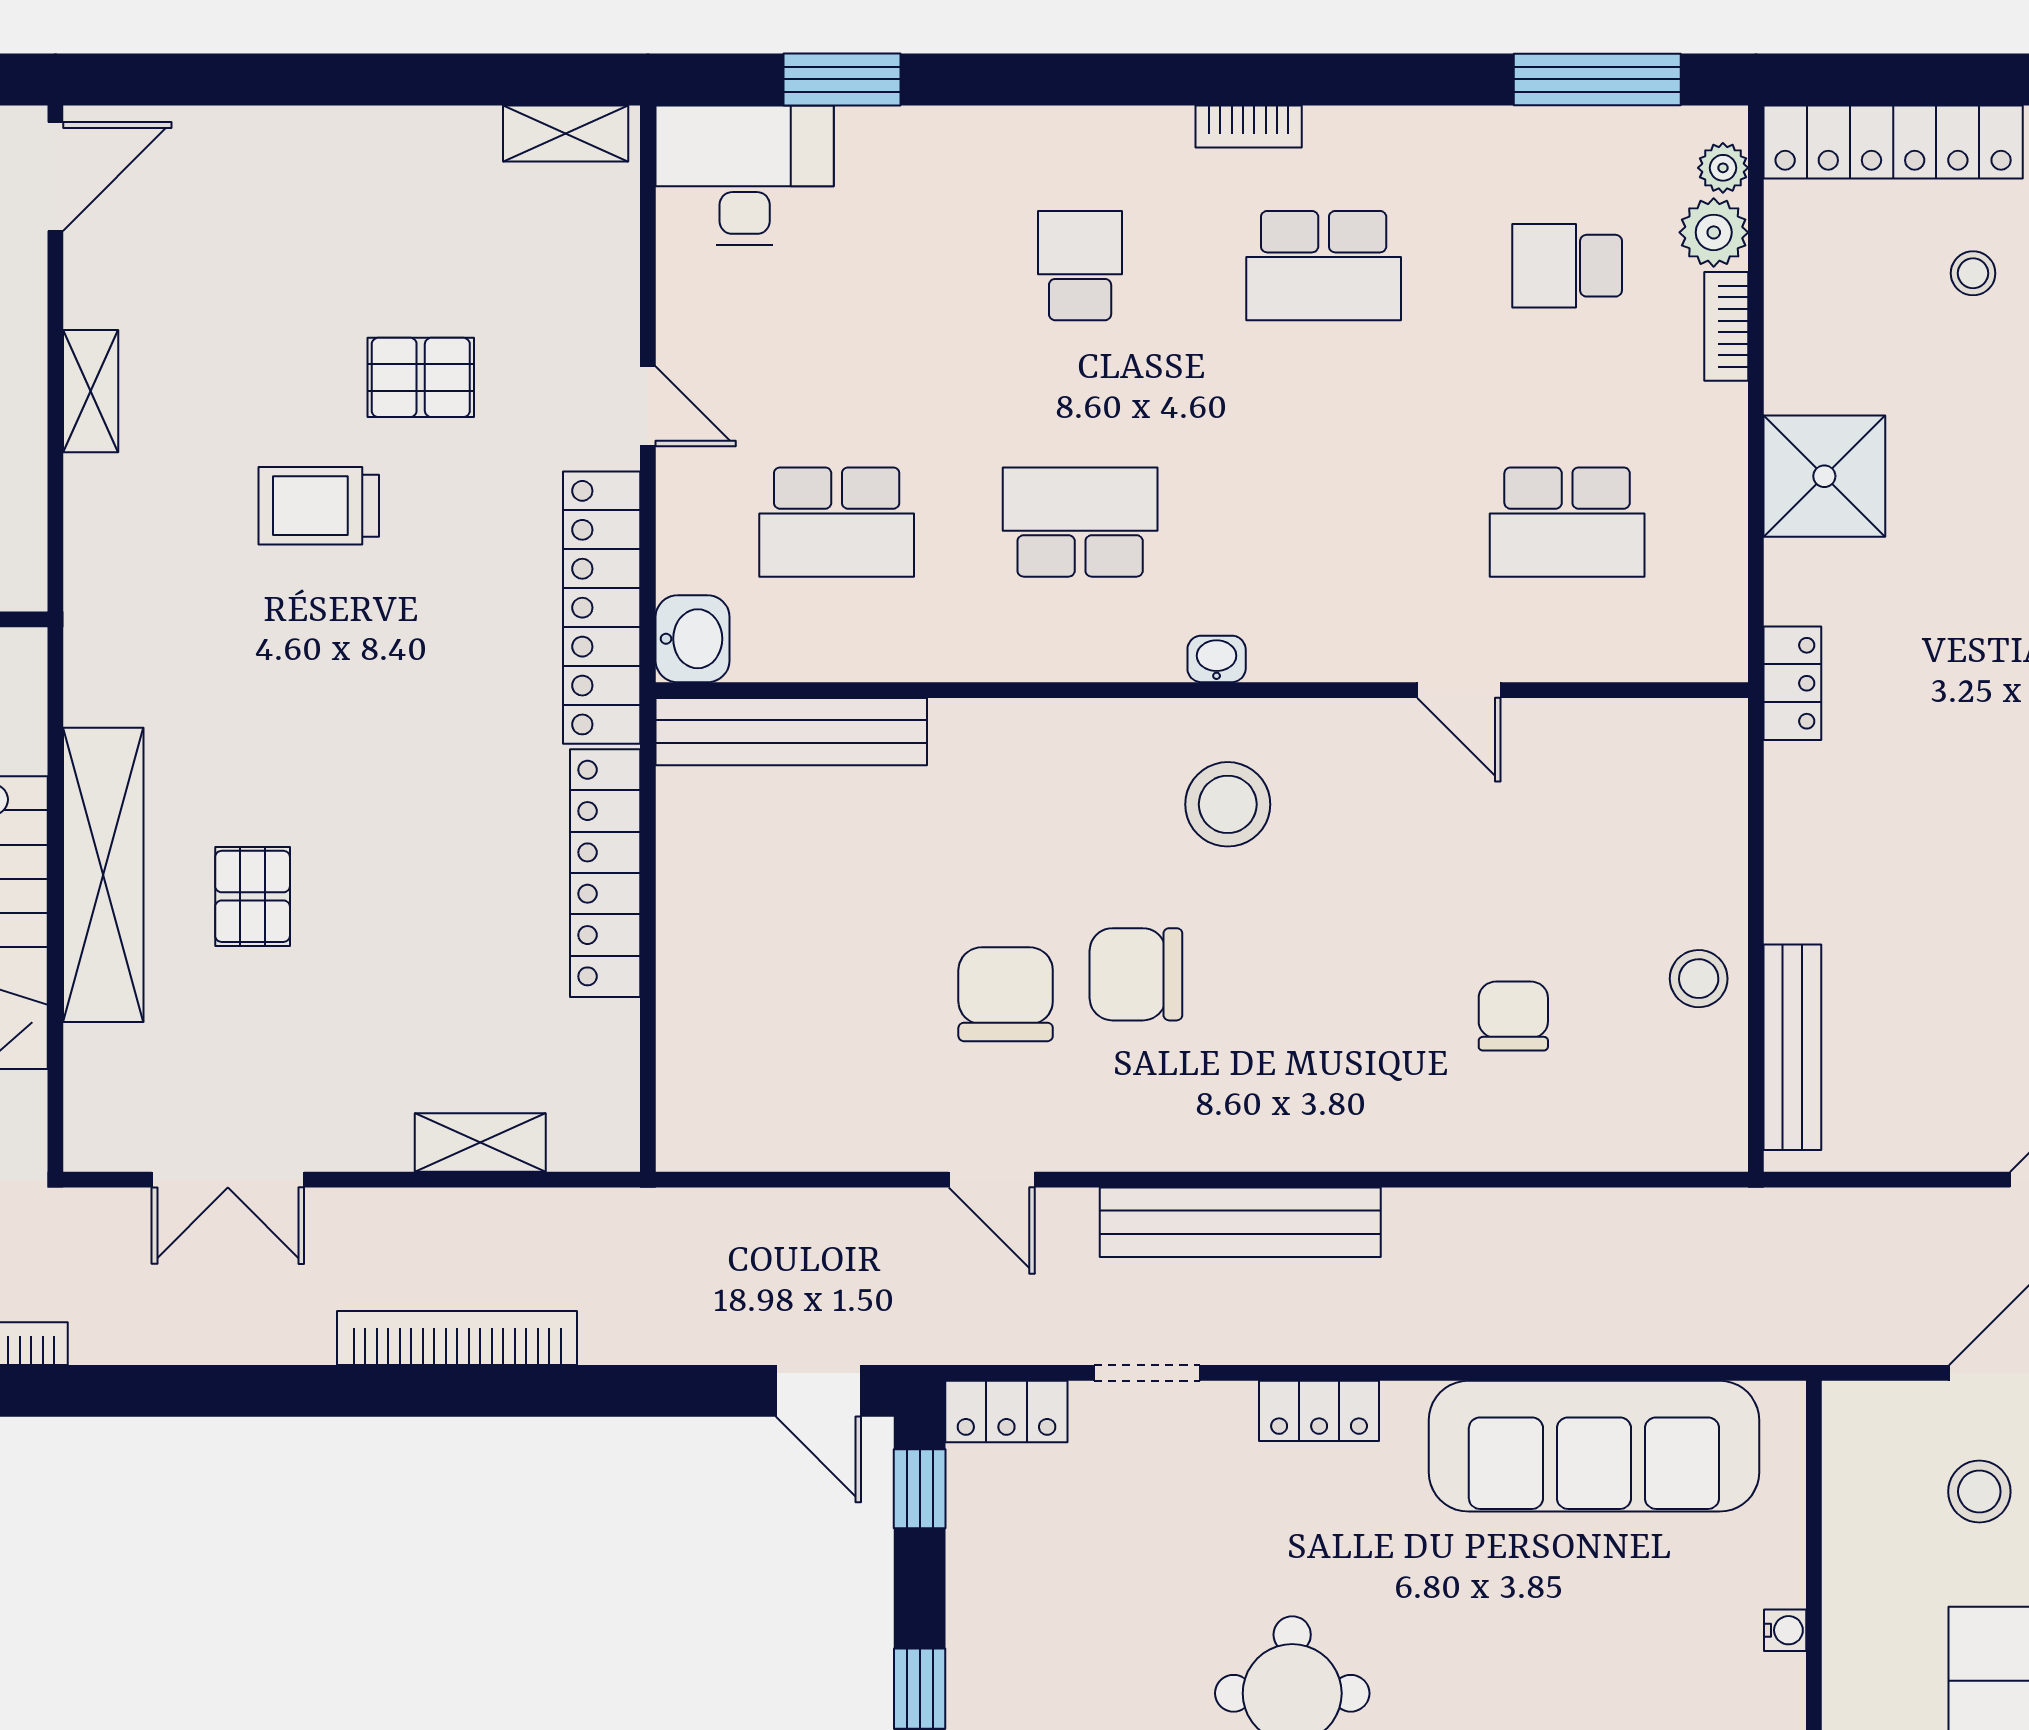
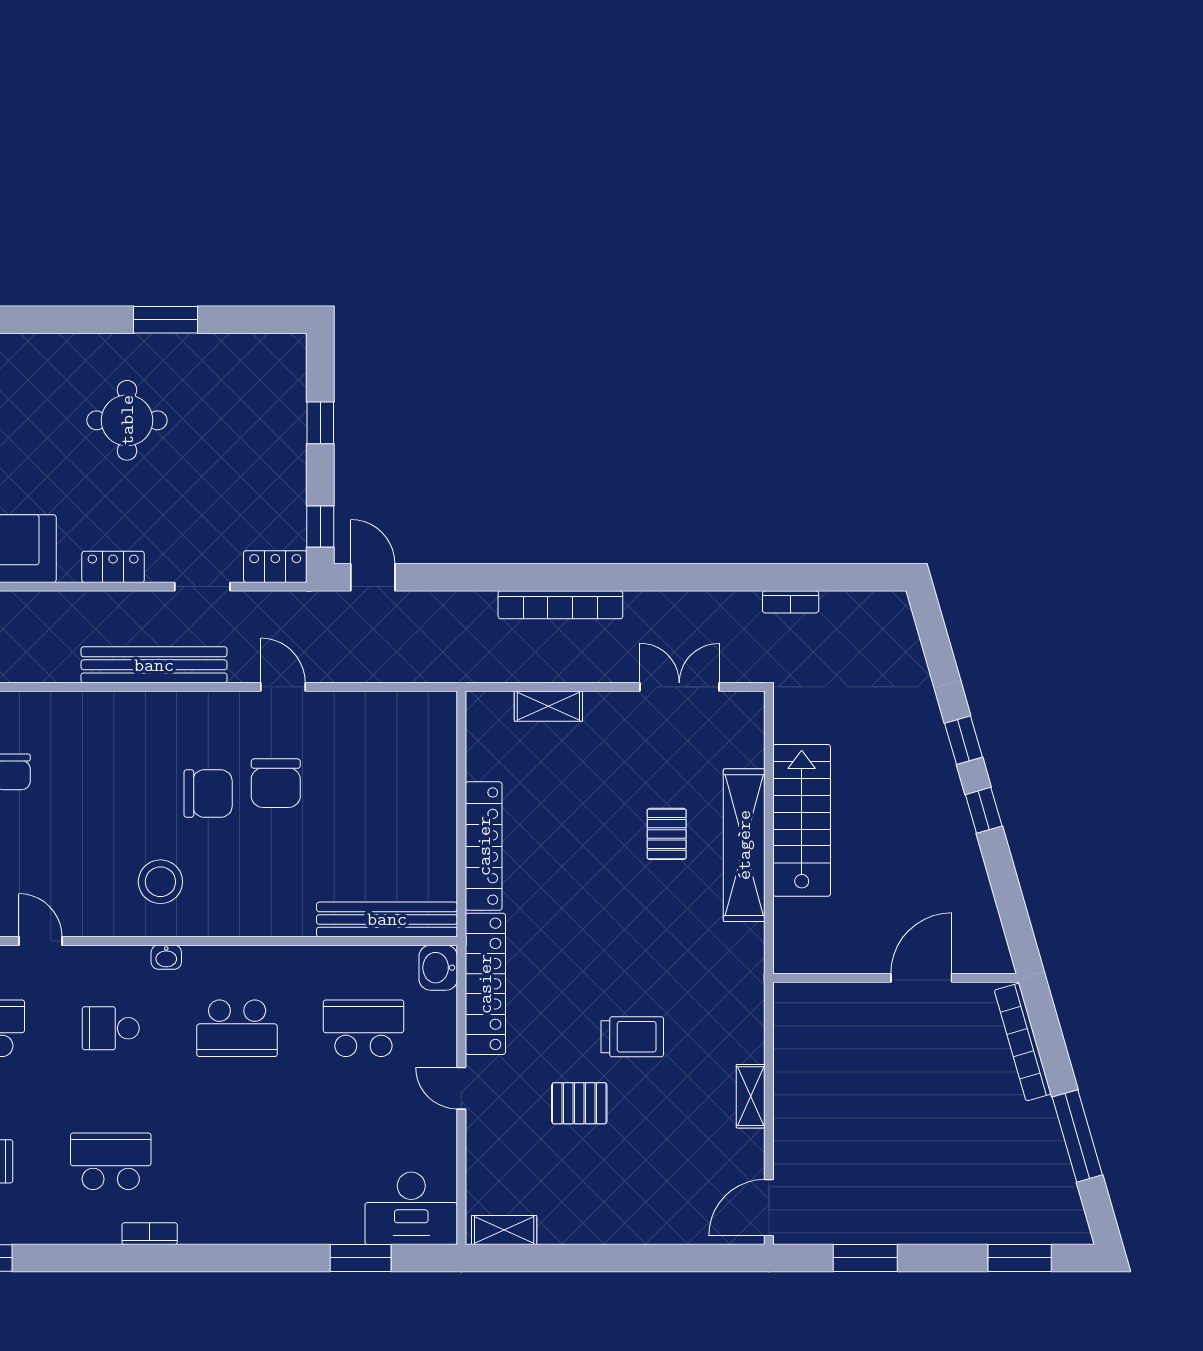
school desk: (1080, 266) -> (111, 1028), moved, turned 90

